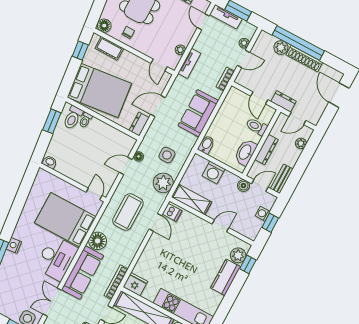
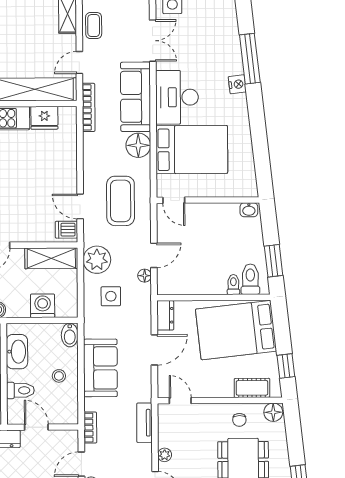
plant: (180, 50) -> (165, 455), moved
stool: (227, 122) -> (59, 376), added
fridge: (135, 284) -> (44, 118), moved

